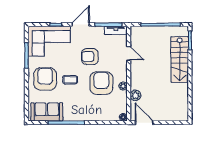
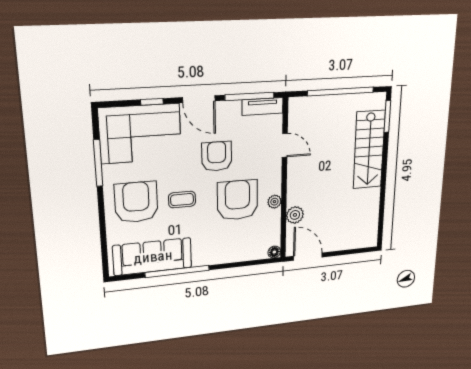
door: (81, 25) -> (199, 99), swing flipped
armchair: (90, 57) -> (217, 156), turned 90
sofa: (47, 112) -> (153, 257), width x1.36

